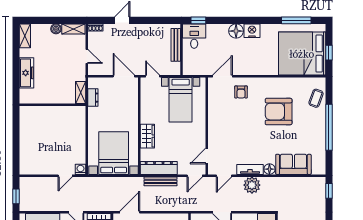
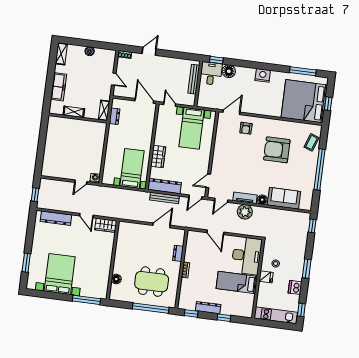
shelving: (73, 29) -> (74, 112), moved
floor lamp: (236, 31) -> (229, 71), moved
bed with nightstands: (114, 153) -> (132, 168), width x0.73
door: (130, 212) -> (162, 225), moved

